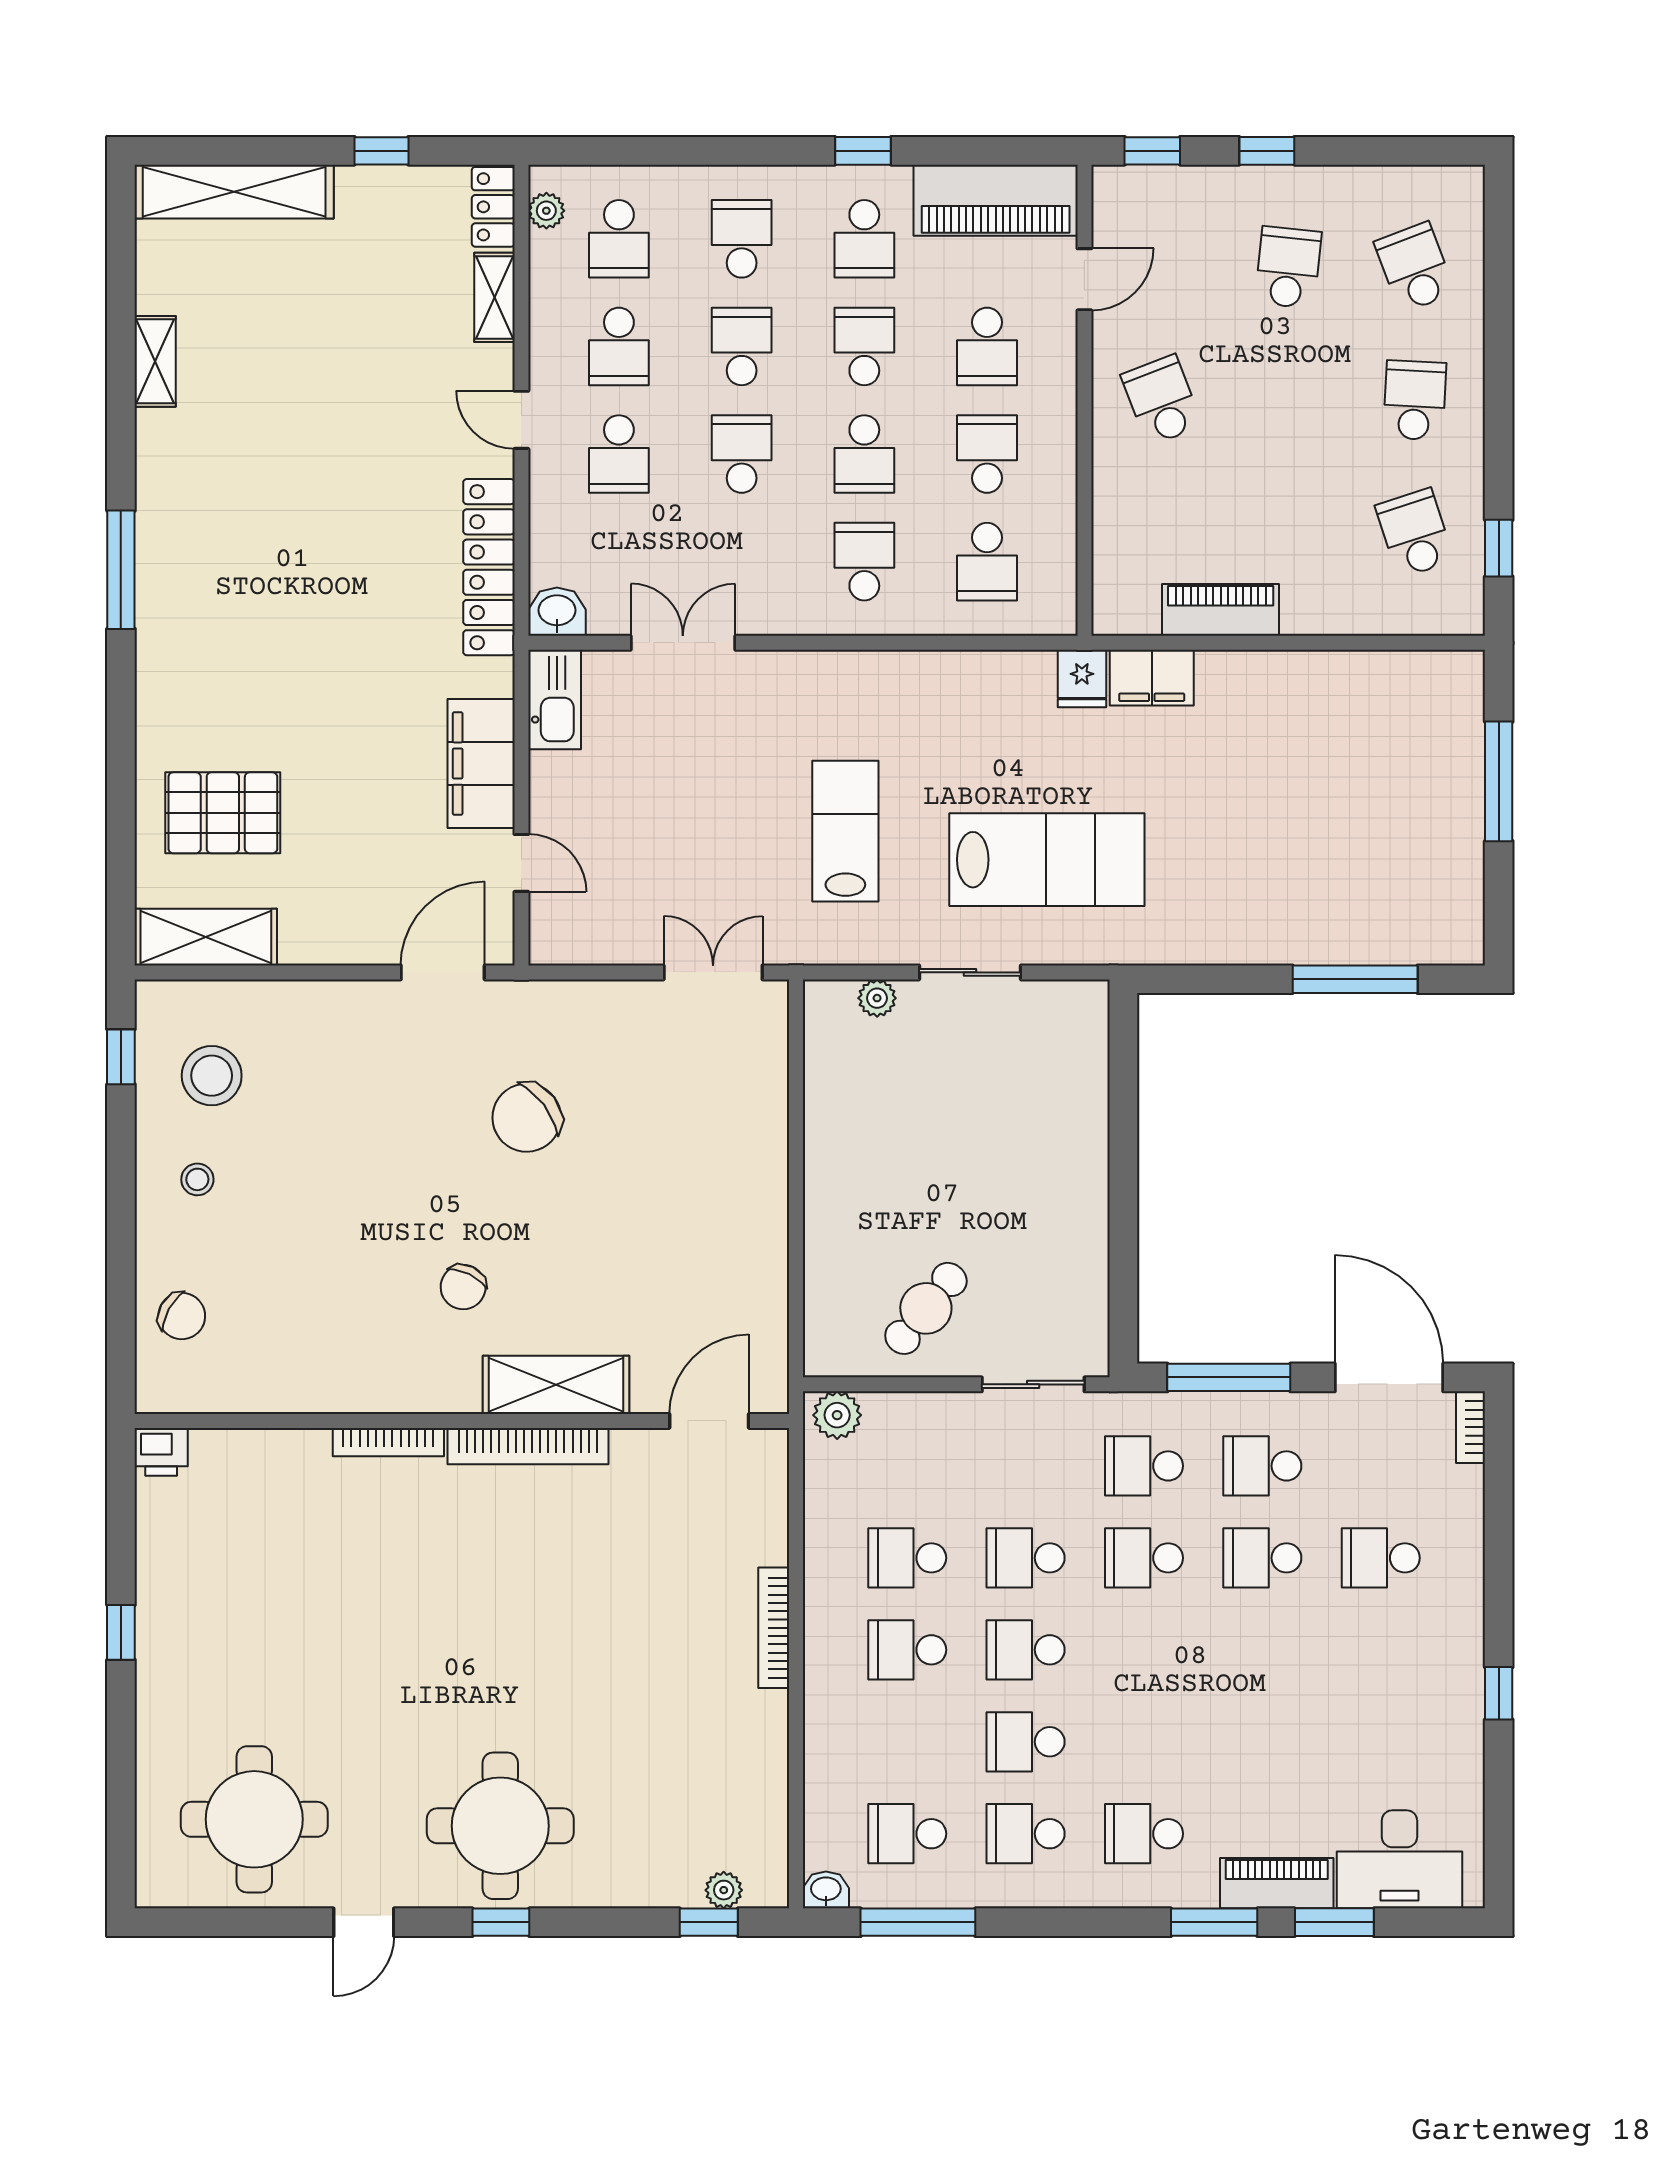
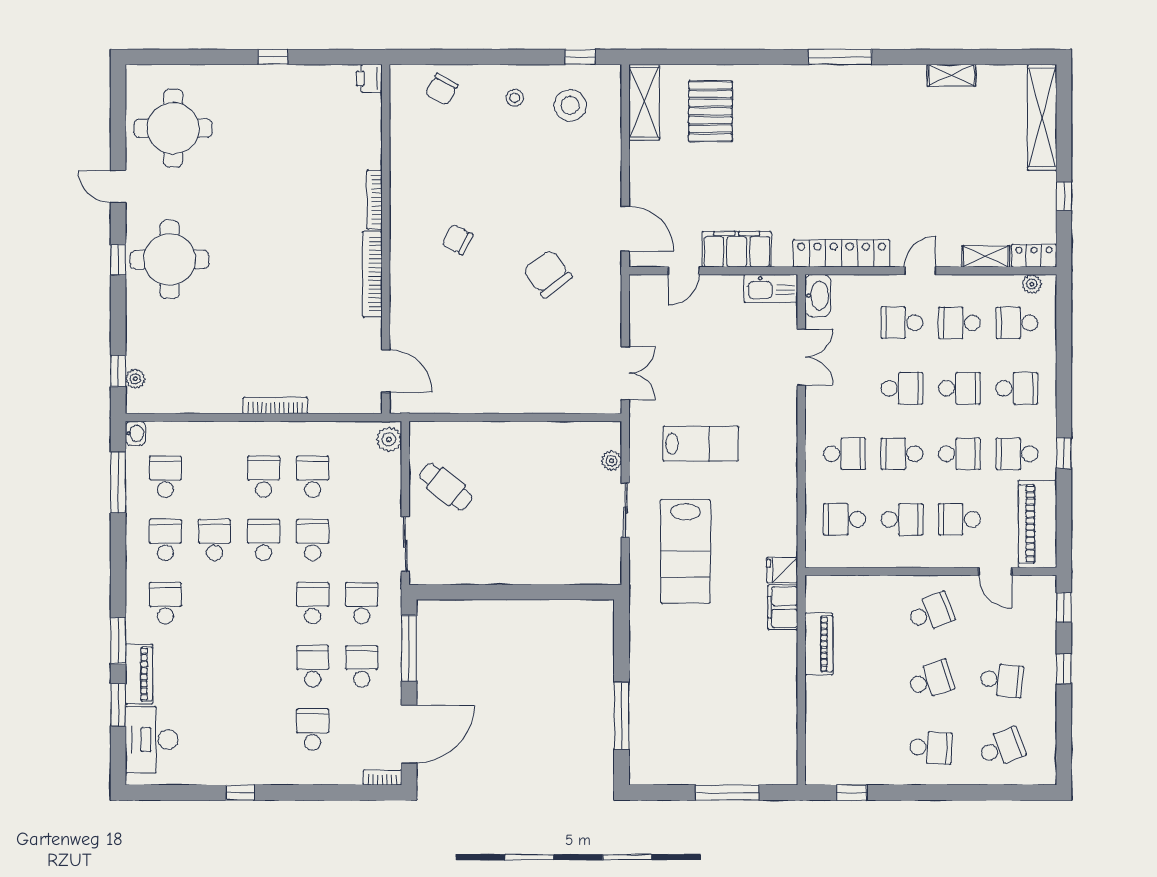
school desk: (1415, 533) -> (931, 680), moved
washbasin: (557, 612) -> (818, 296), width x1.38
shelving: (556, 1385) -> (405, 289), removed

